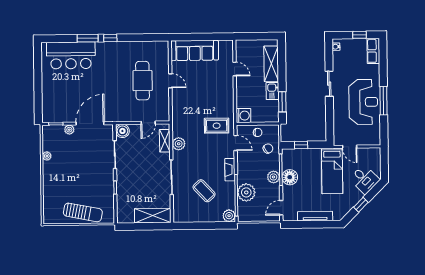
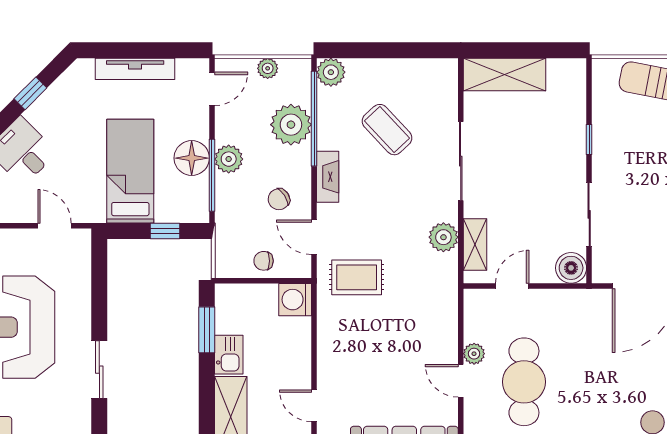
plant: (165, 93) -> (474, 354), added
chair: (268, 148) -> (279, 199), moved
bed: (332, 171) -> (130, 171), moved
plant: (257, 217) -> (268, 68), added

